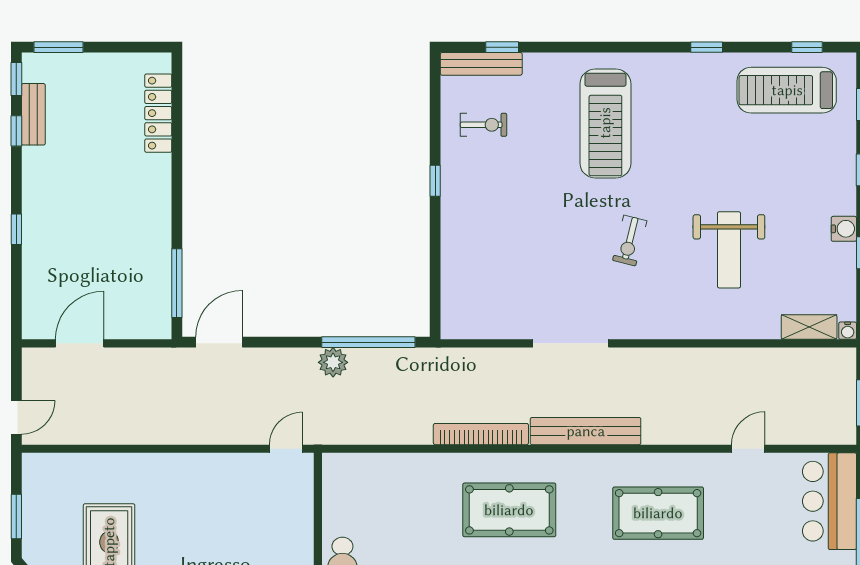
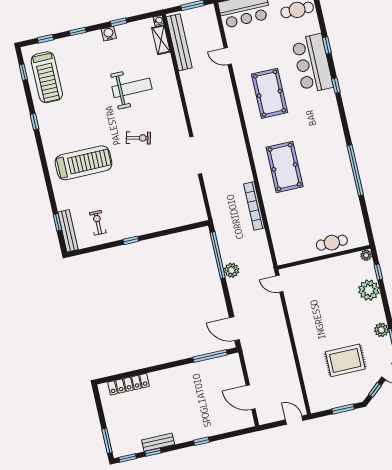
bench: (33, 114) -> (158, 442), moved
bench: (586, 431) -> (179, 42), moved
bookcase: (481, 434) -> (254, 206), moved

